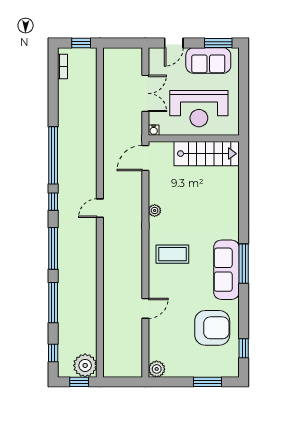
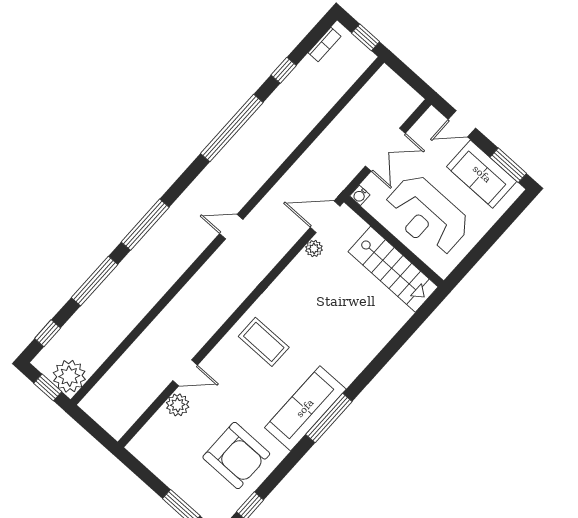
window: (53, 202) -> (284, 70), moved
plant: (155, 211) -> (314, 249), moved
plant: (157, 369) -> (178, 405), moved

